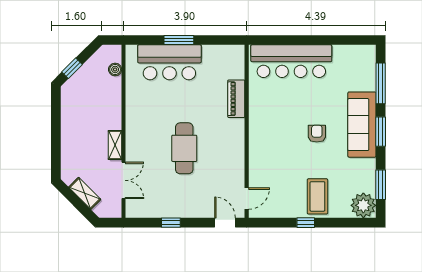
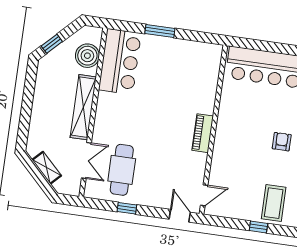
bar counter: (169, 62) -> (120, 62), moved, turned -90
boiler: (115, 69) -> (87, 56), width x1.86, depth x1.86
piano: (236, 99) -> (203, 133), moved
shelving: (115, 145) -> (83, 107), width x2.20, depth x1.33
cafe table: (184, 148) -> (122, 170), moved

